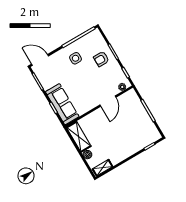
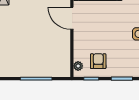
armchair: (101, 59) -> (98, 61), moved
door: (108, 101) -> (72, 18), moved

